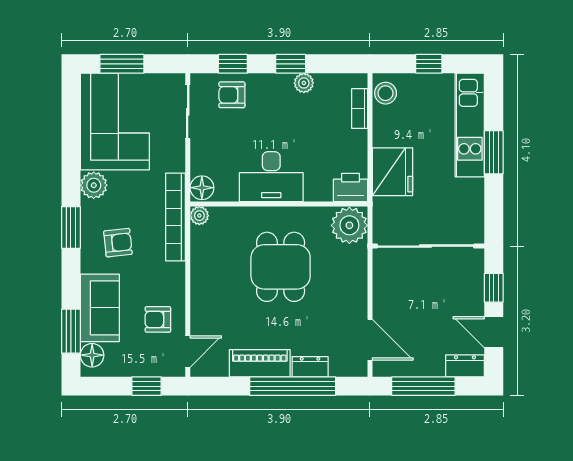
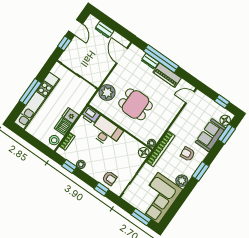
window: (291, 64) -> (69, 166), moved
window: (429, 64) -> (31, 140), removed
kitchen unit: (470, 125) -> (37, 101), width x1.36
dishwasher: (387, 131) -> (63, 127), added
window: (494, 152) -> (30, 92), width x1.44
fridge: (392, 172) -> (70, 116), width x0.53, depth x0.75
desk: (271, 177) -> (106, 132), moved
plant: (349, 225) -> (107, 93), moved
dining table: (281, 267) -> (135, 104), turned 90
armchair: (158, 319) -> (193, 116), removed
dresser: (465, 366) -> (104, 30), moved
window: (147, 386) -> (222, 101), moved
window: (423, 386) -> (114, 26), removed

